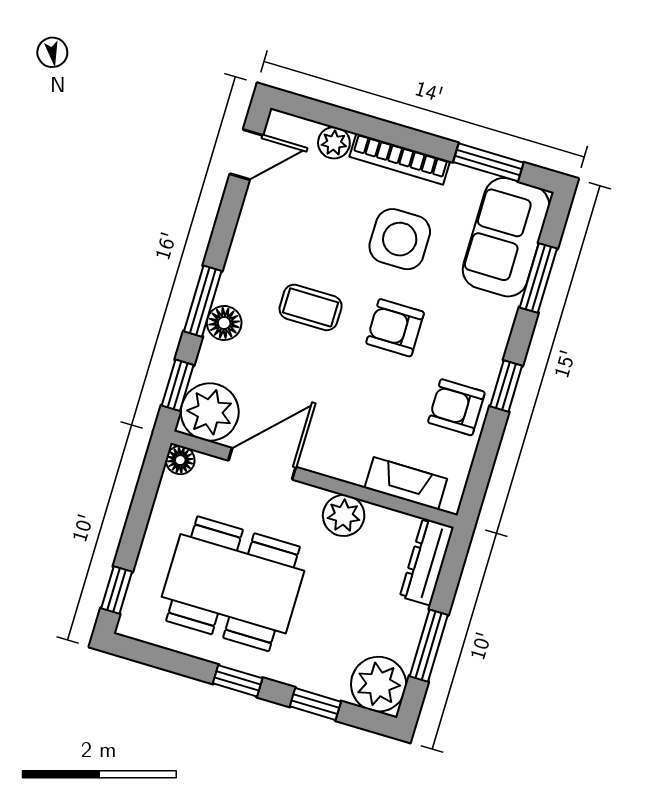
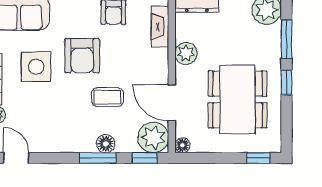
coffee table: (311, 307) -> (108, 97), moved, turned 90
armchair: (395, 328) -> (82, 56), width x1.38, depth x1.38
window: (315, 704) -> (286, 39), width x1.50

